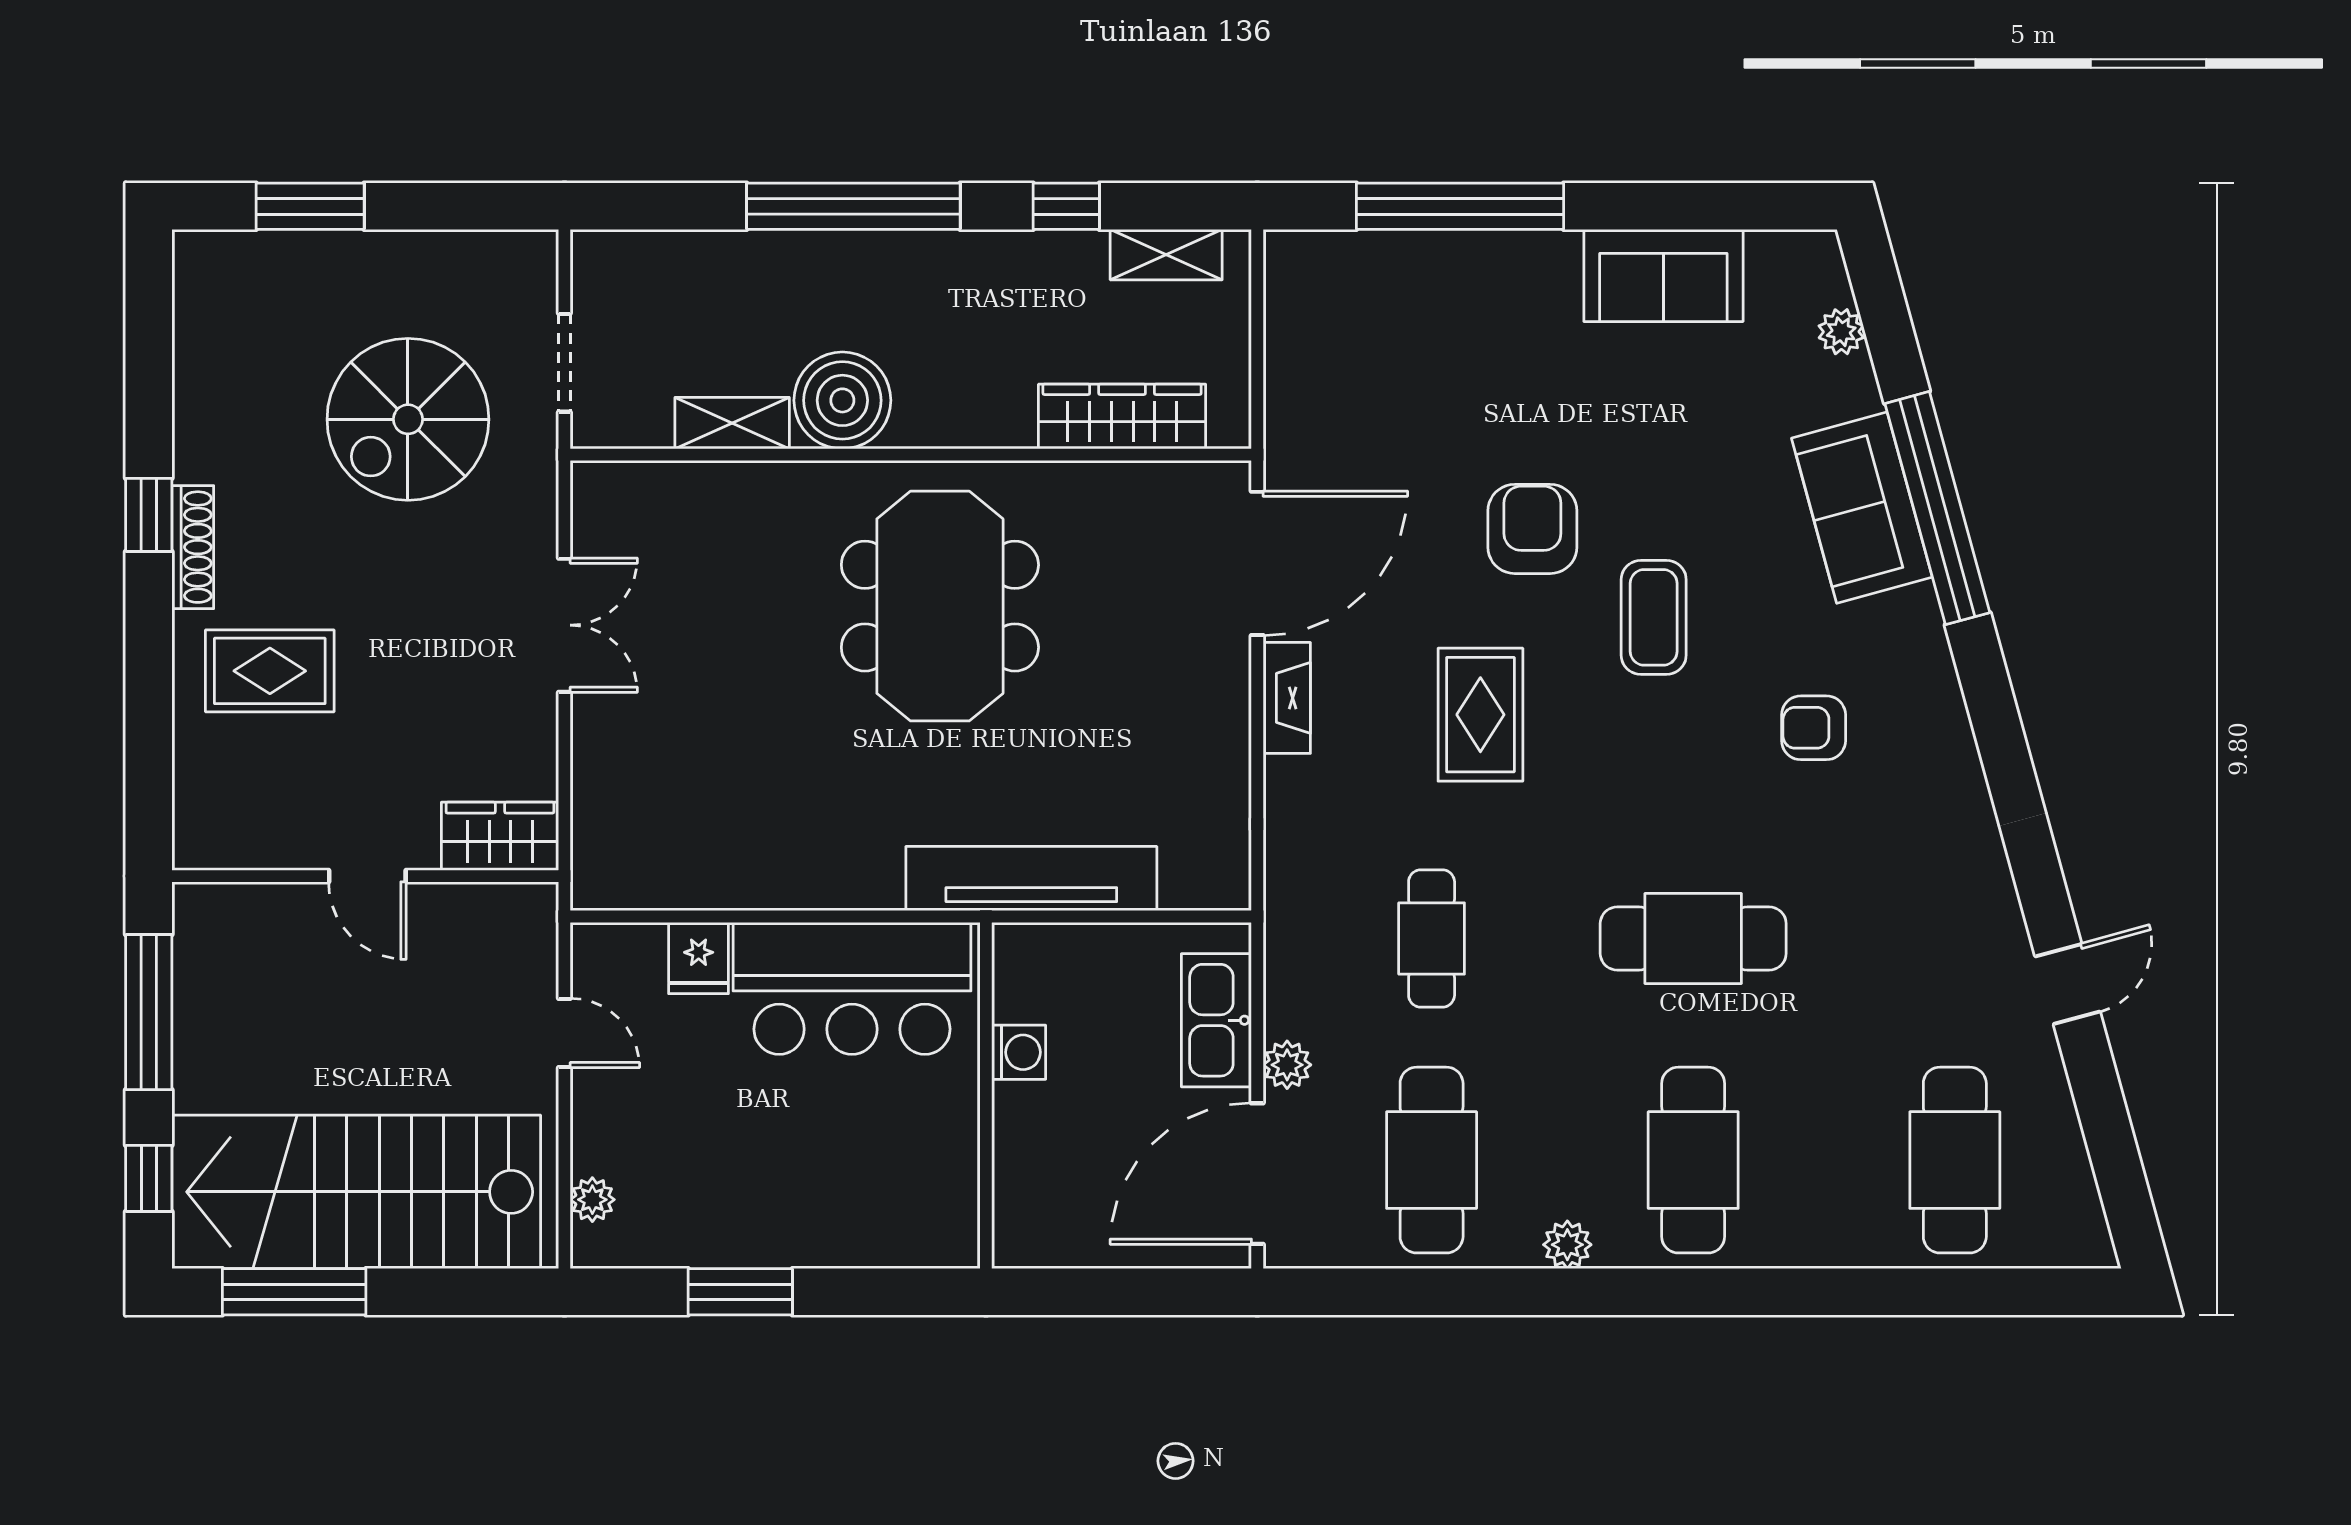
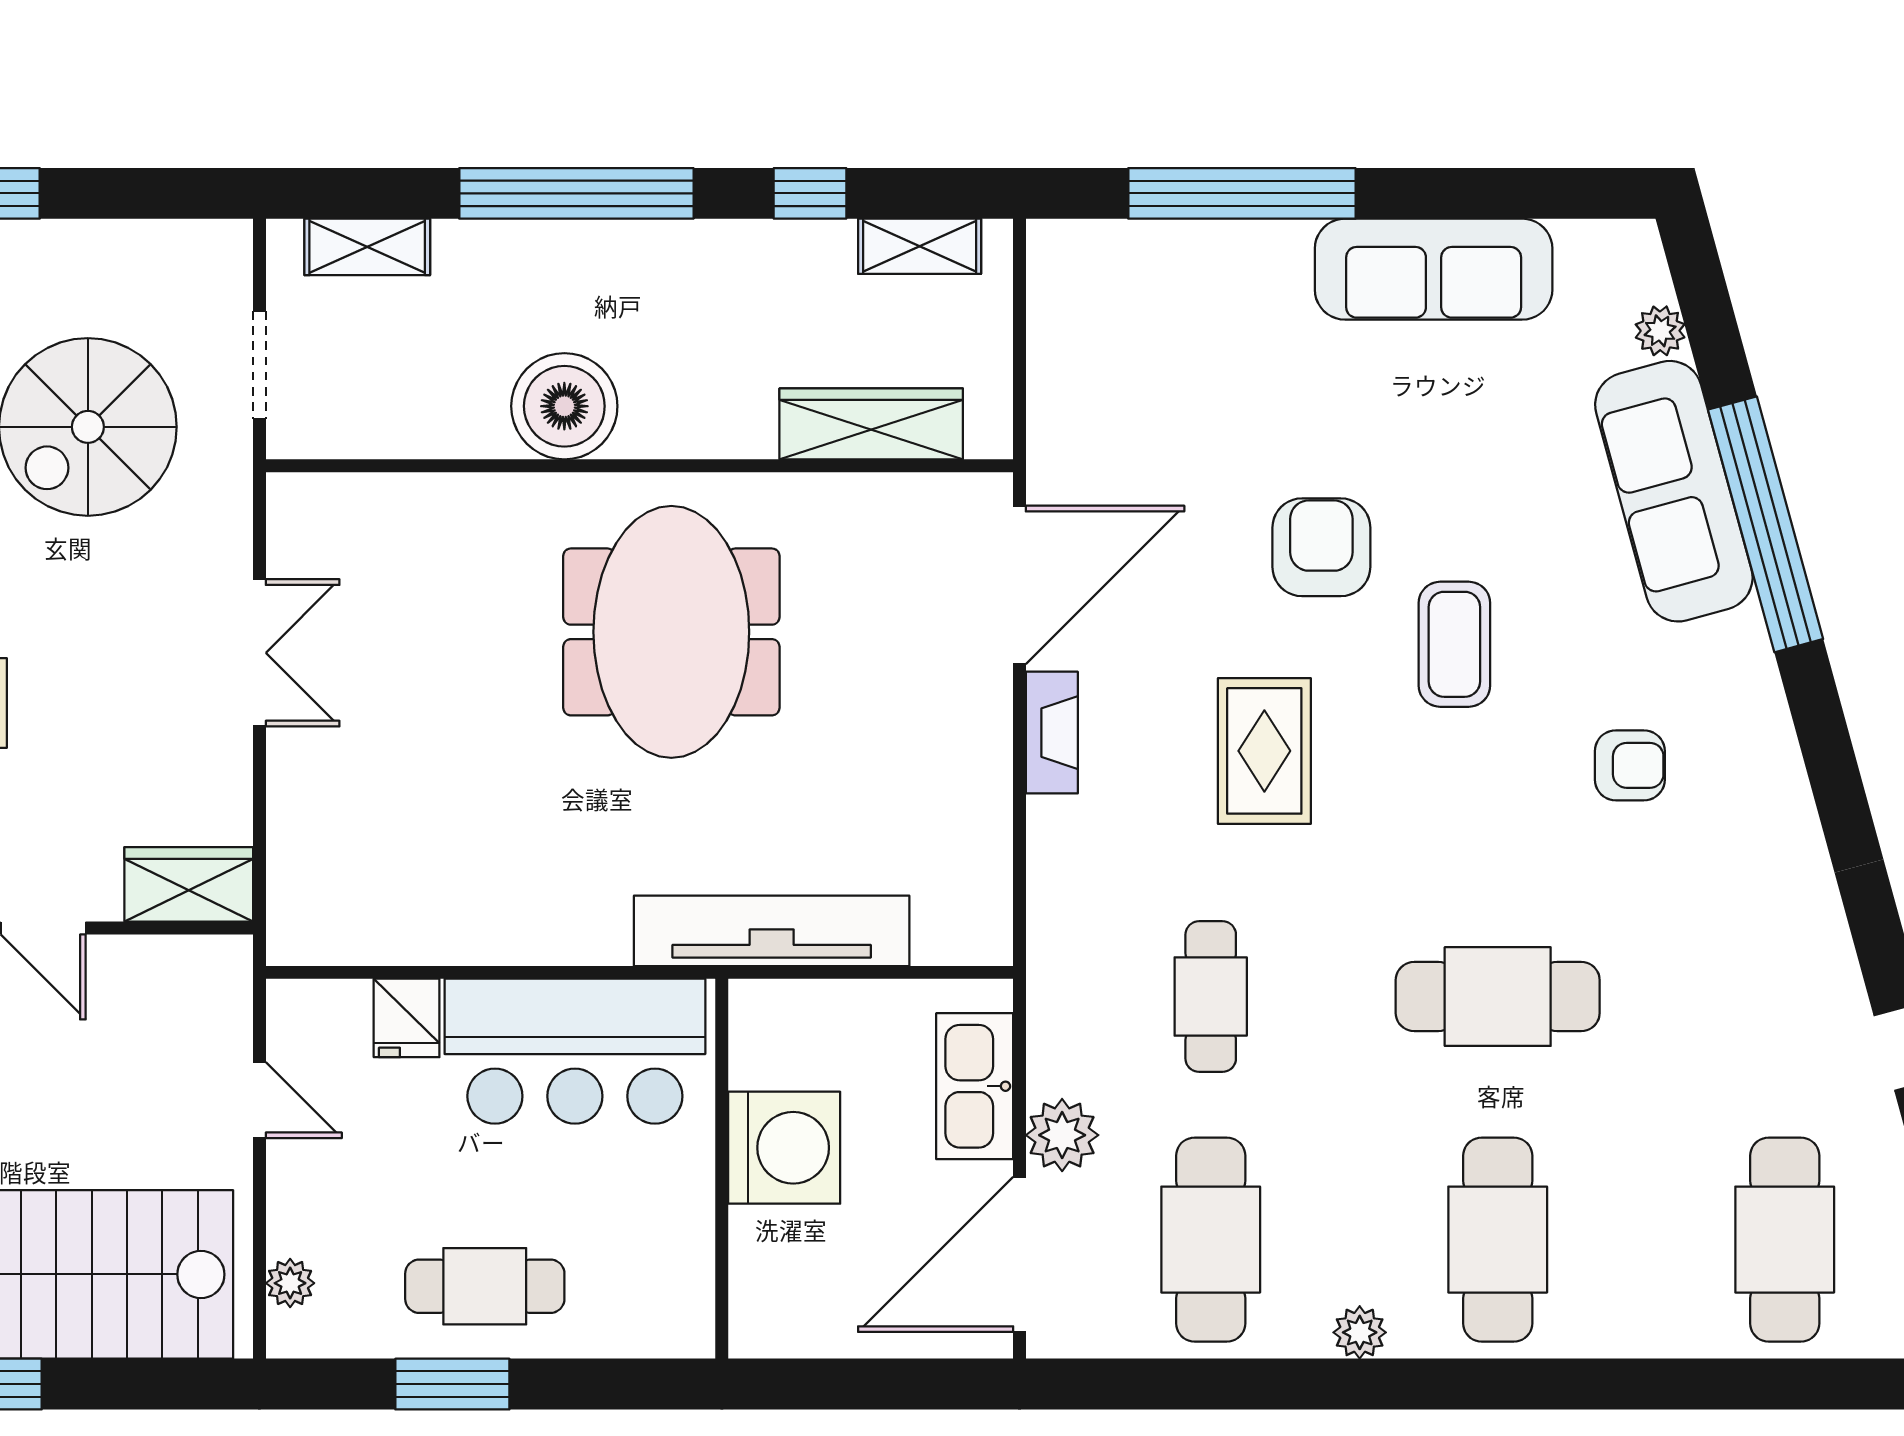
sofa: (1663, 275) -> (1434, 269), width x1.36
shelving: (732, 423) -> (367, 247), moved
sofa: (1862, 508) -> (1674, 491), width x1.36
armchair: (1814, 728) -> (1630, 765), turned 180
washing machine: (1019, 1052) -> (784, 1148), width x1.89, depth x1.89
plant: (1287, 1065) -> (1062, 1135), width x1.38, depth x1.38
cafe table: (770, 1203) -> (485, 1286), added

